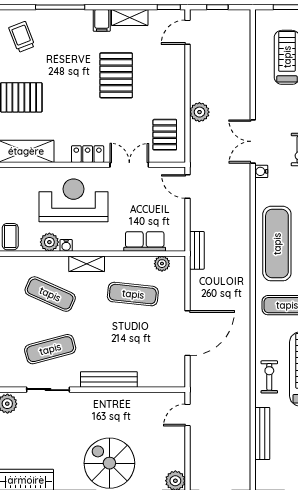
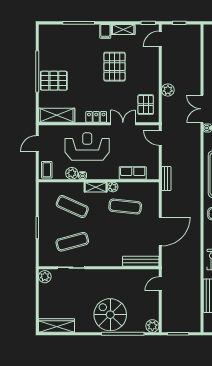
trolley: (22, 37) -> (54, 42), removed
plant: (162, 264) -> (113, 187), moved
bench: (109, 379) -> (141, 261), moved

